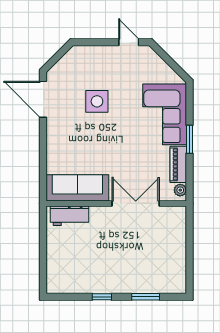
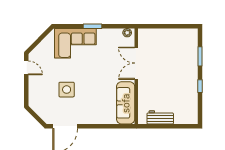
door: (129, 42) -> (26, 68), swing flipped
piano: (178, 164) -> (110, 34), removed
workbench: (69, 216) -> (160, 117), moved, turned -90

